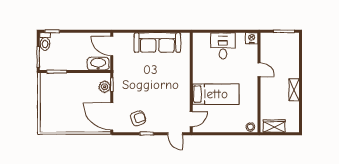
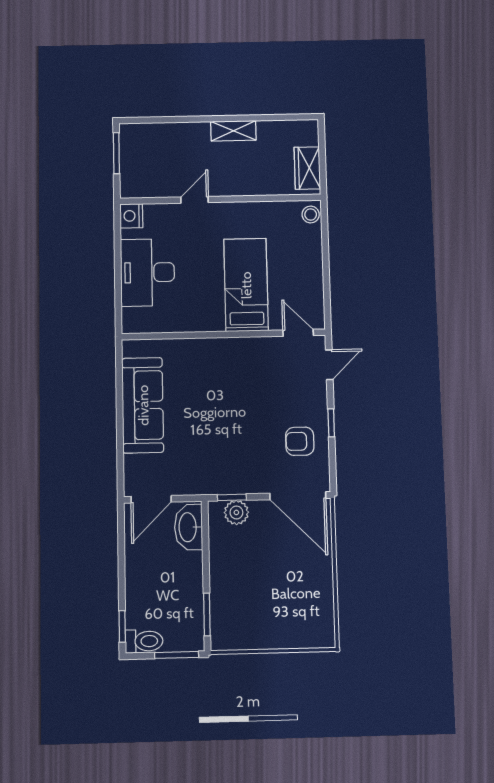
desk: (223, 46) -> (147, 272), width x1.37
door: (112, 116) -> (298, 496), hinge flipped
armchair: (138, 118) -> (300, 441), turned -71

